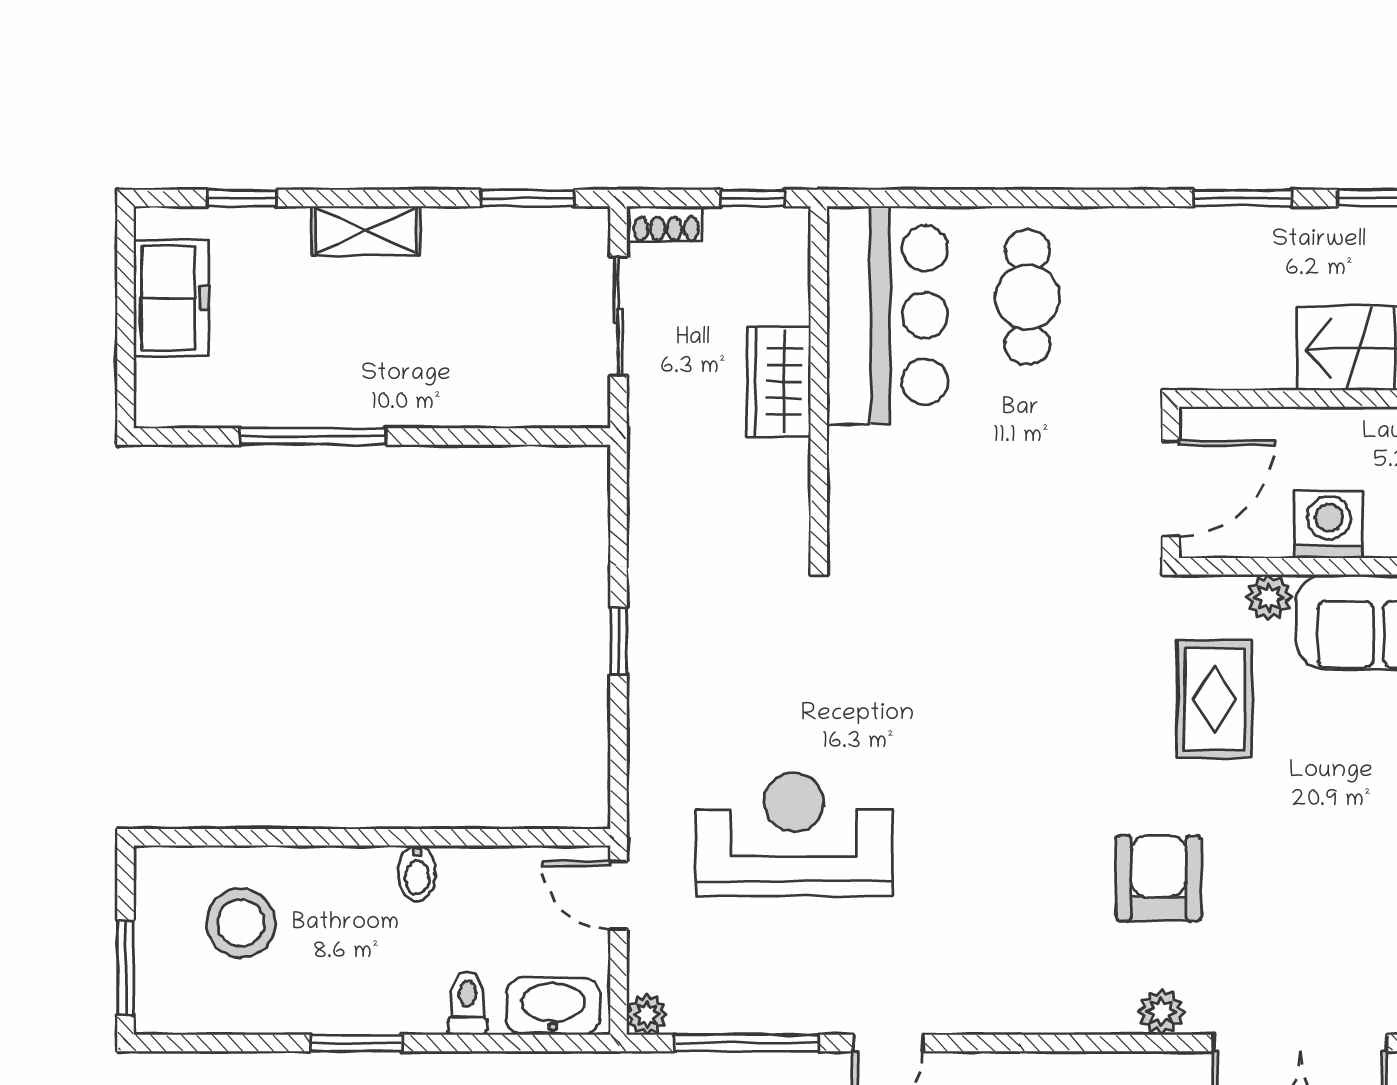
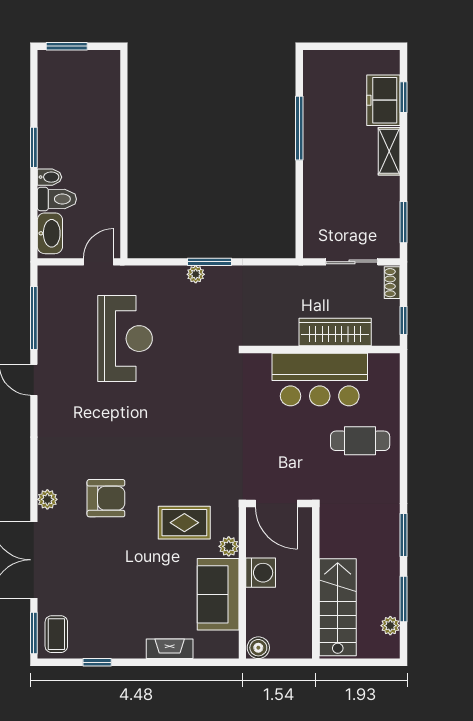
freezer: (171, 298) -> (383, 100), moved, turned 90
bar counter: (887, 315) -> (320, 380), moved
wardrobe: (779, 382) -> (335, 332), width x1.50
window: (618, 641) -> (210, 262), width x1.50
bidet: (417, 873) -> (50, 177), moved, turned 180
stool: (241, 923) -> (86, 97), removed
toilet: (468, 1003) -> (57, 199), width x1.37, depth x1.39
plant: (647, 1015) -> (196, 274), moved

